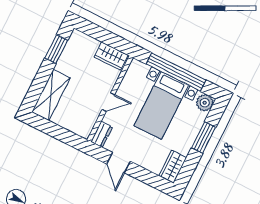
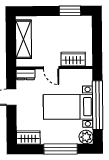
wardrobe: (111, 56) -> (73, 59), moved, turned 90
shelving: (51, 95) -> (24, 39), moved, turned 90
window: (204, 138) -> (61, 149), width x1.44

